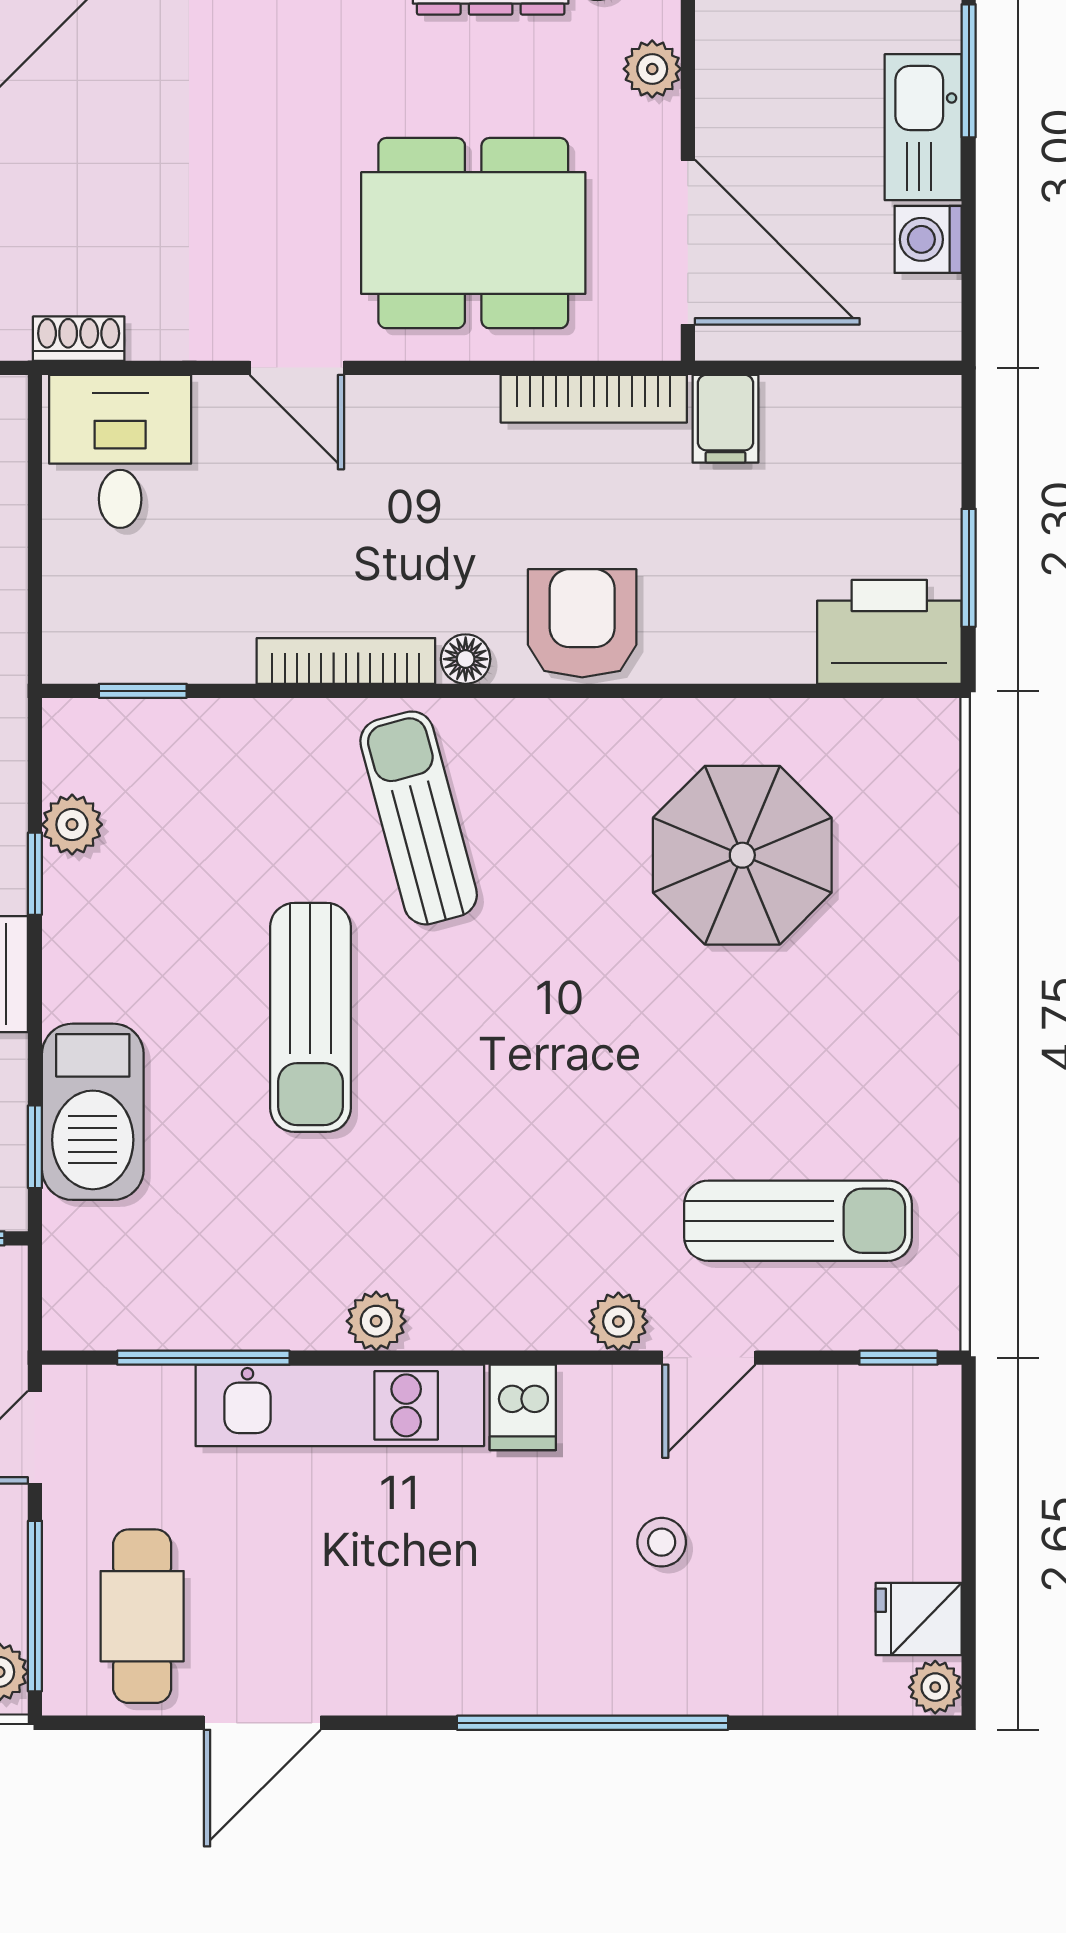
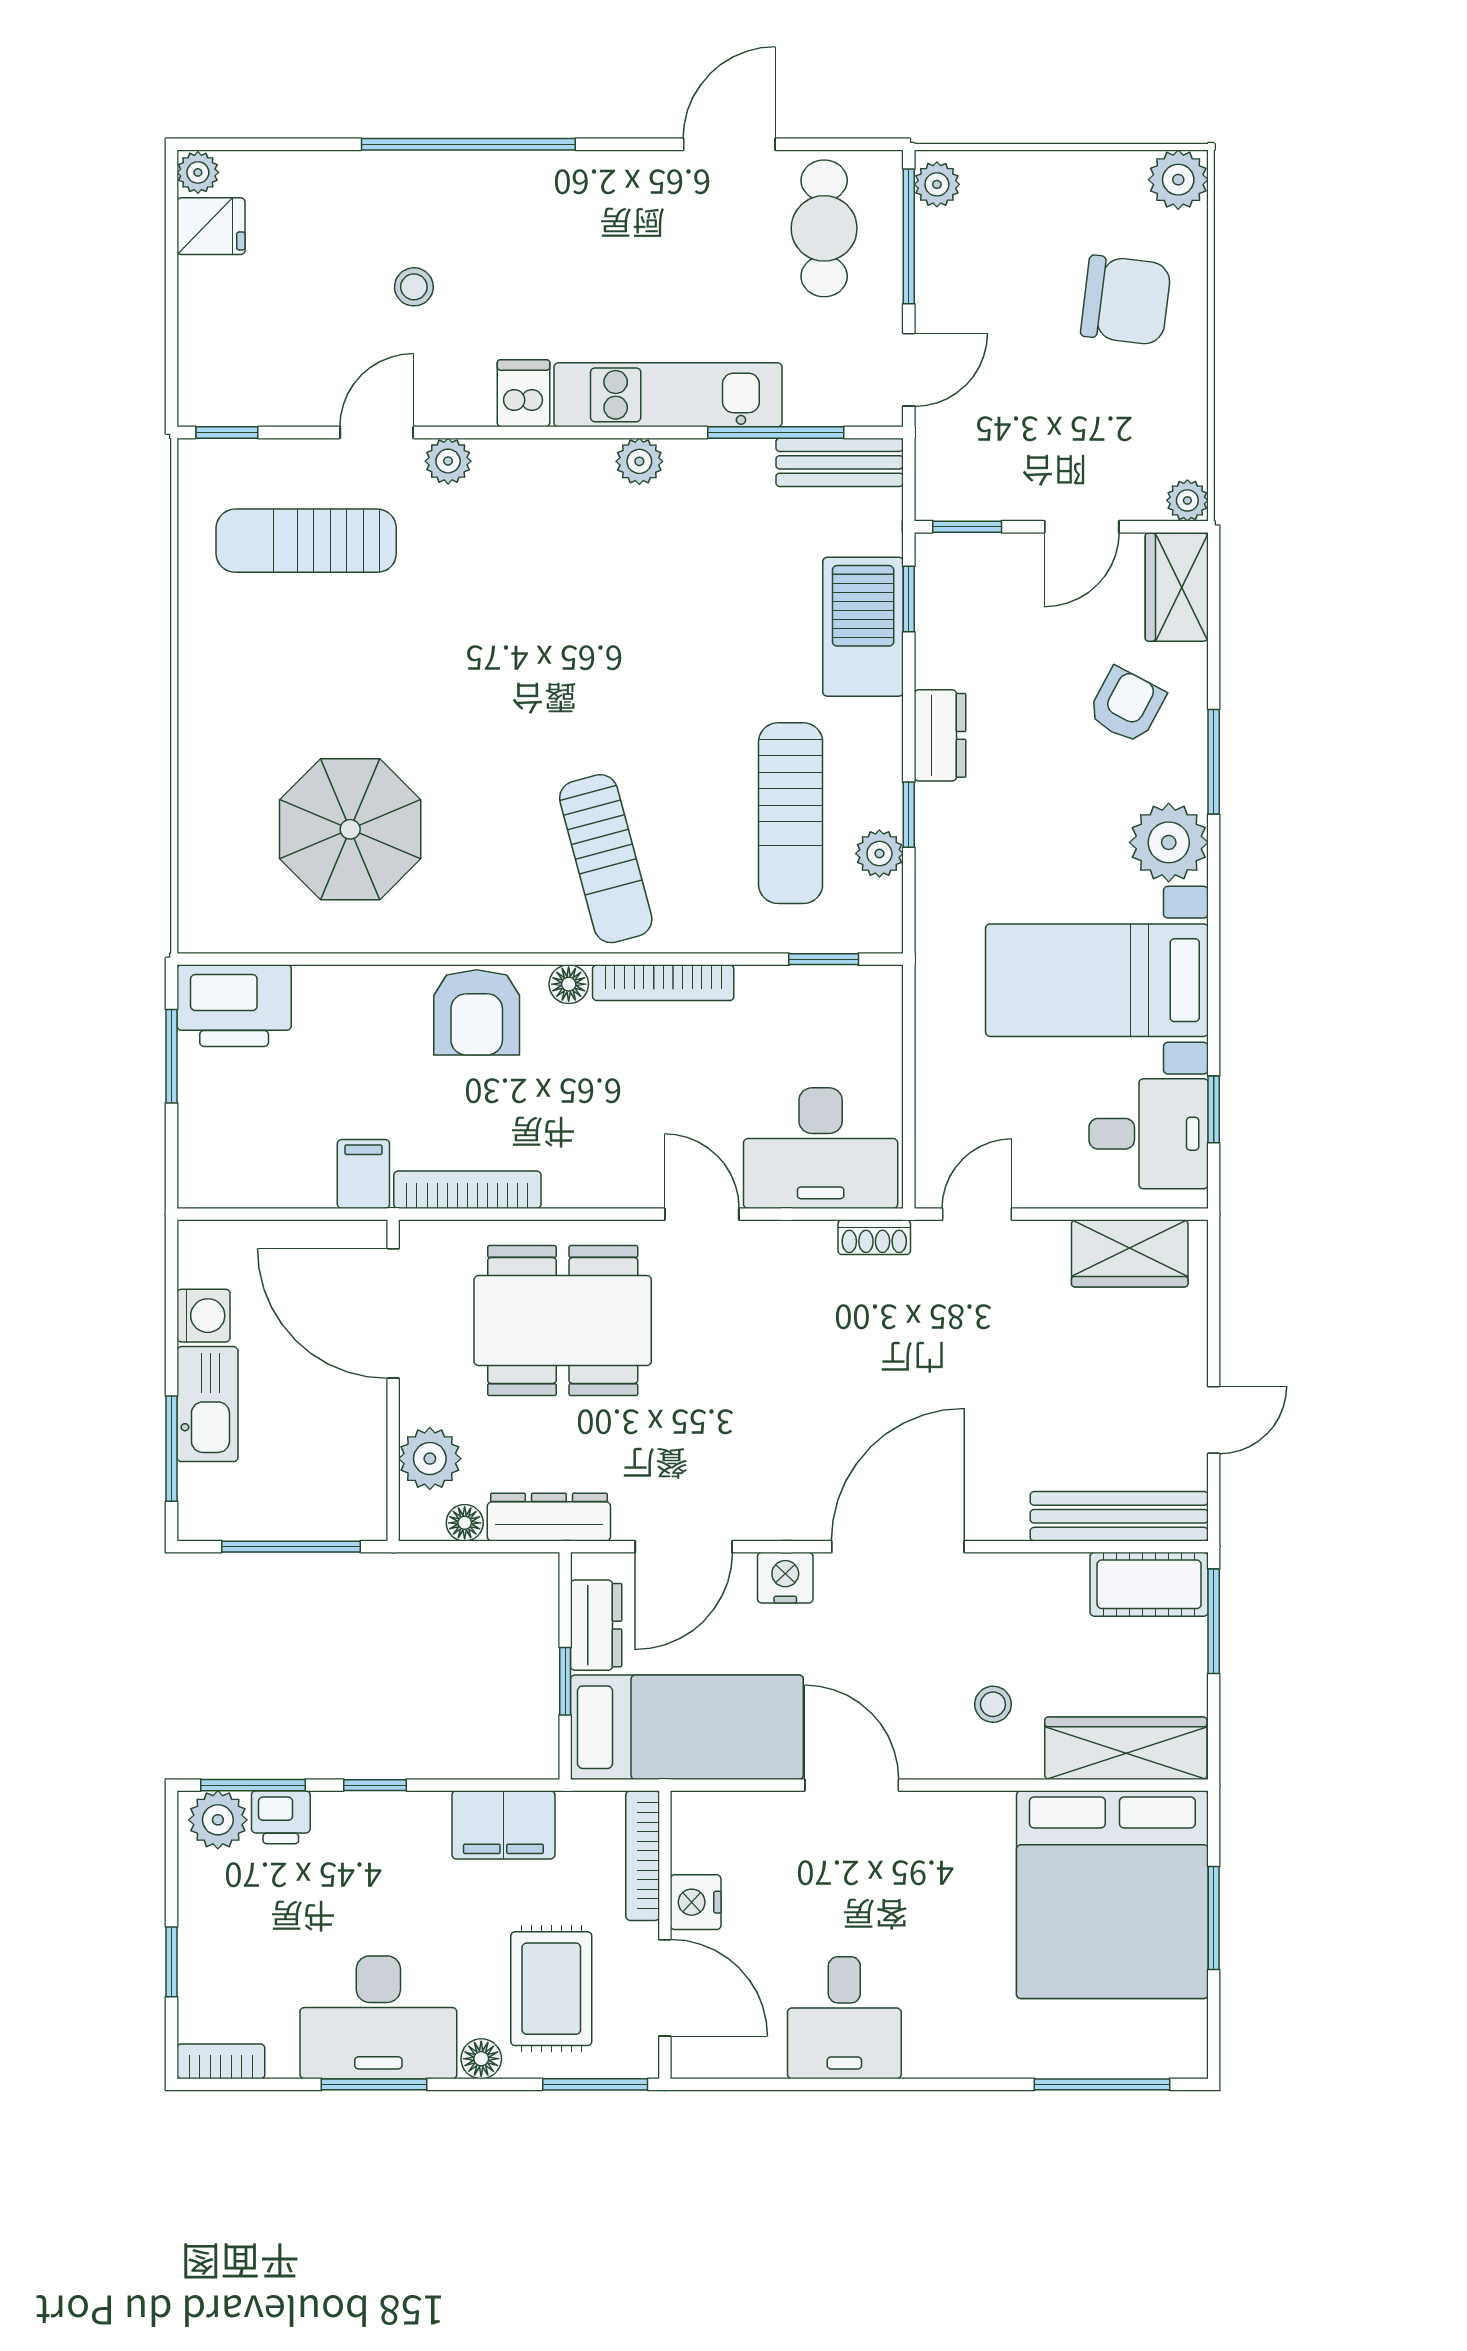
plant: (652, 69) -> (430, 1459), width x1.38, depth x1.38
desk: (120, 451) -> (821, 1148), width x1.37
sun lounger: (310, 1017) -> (791, 813), moved, turned 180
bench: (123, 1320) -> (840, 462), added

